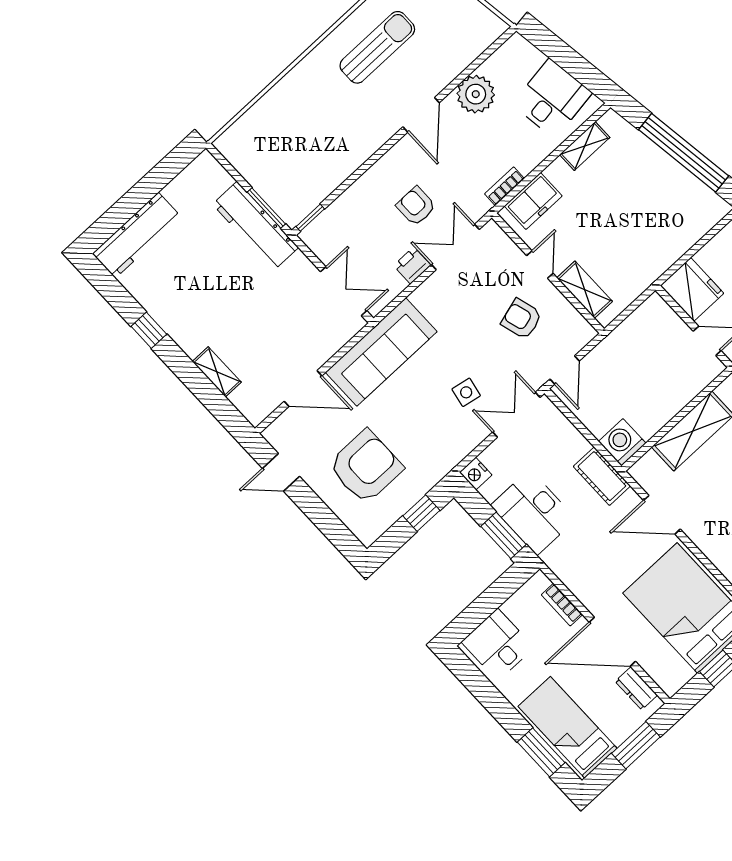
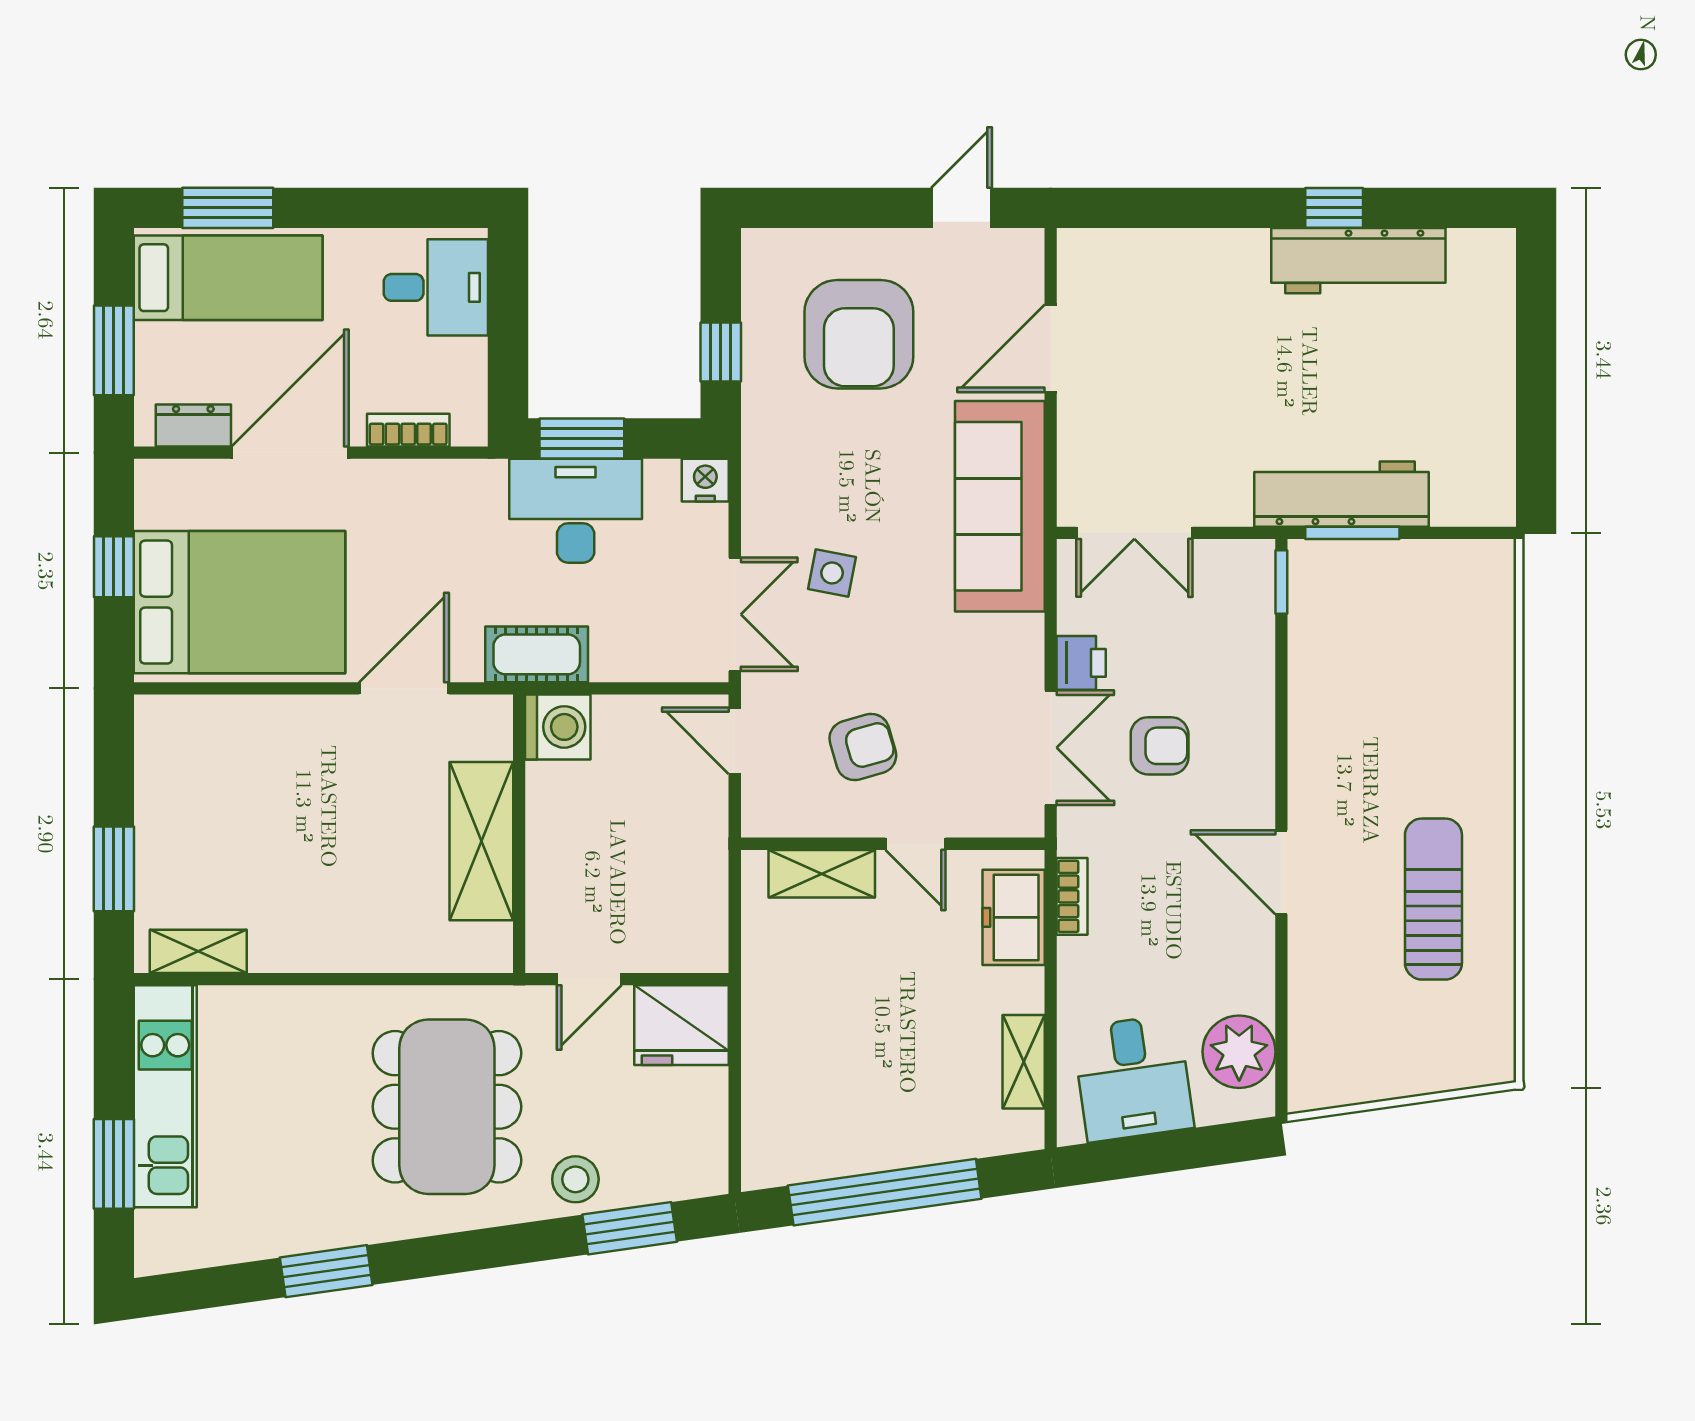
sun lounger: (377, 47) -> (1433, 899), turned 180
plant: (476, 94) -> (1239, 1052), moved
workbench: (137, 235) -> (1358, 261), moved, turned -90
shelving: (217, 372) -> (1187, 249), removed

